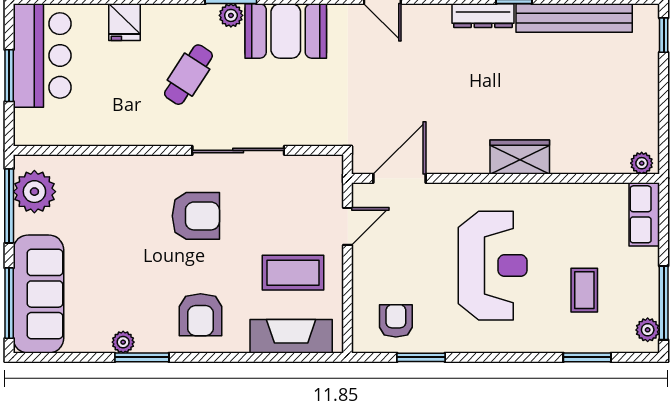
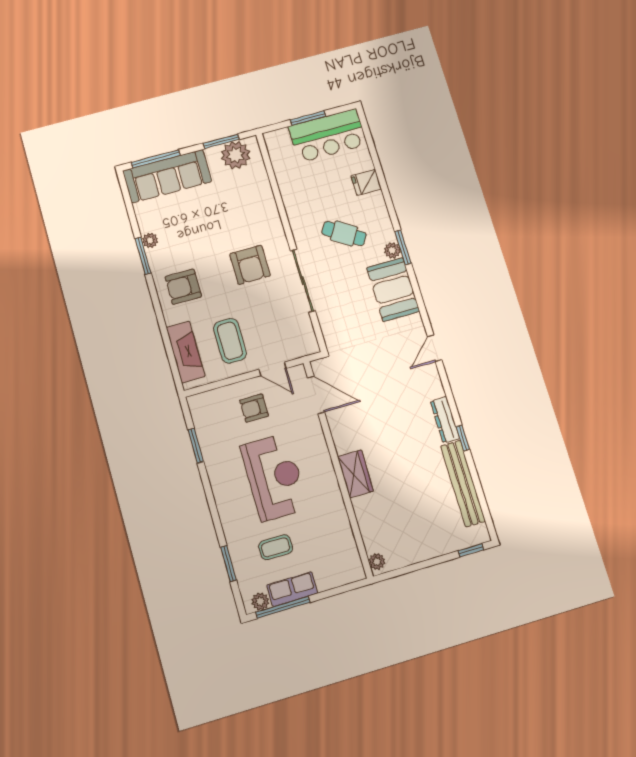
window: (9, 206) -> (221, 141), width x0.69
row of seats: (644, 214) -> (292, 589), moved
reception desk: (493, 266) -> (274, 477), turned -90
armchair: (396, 321) -> (254, 408), moved, turned 180

